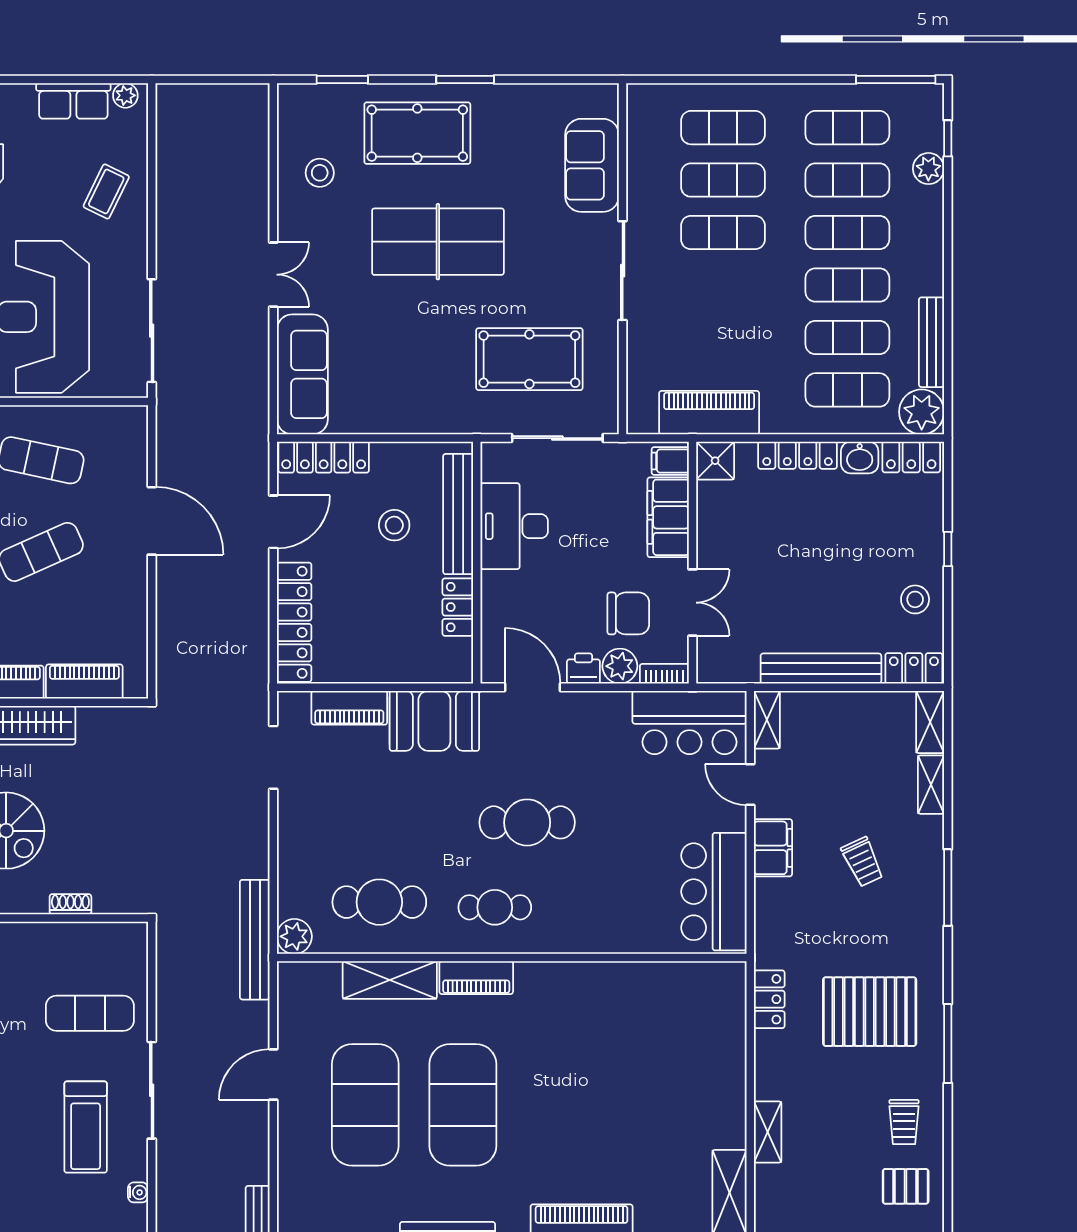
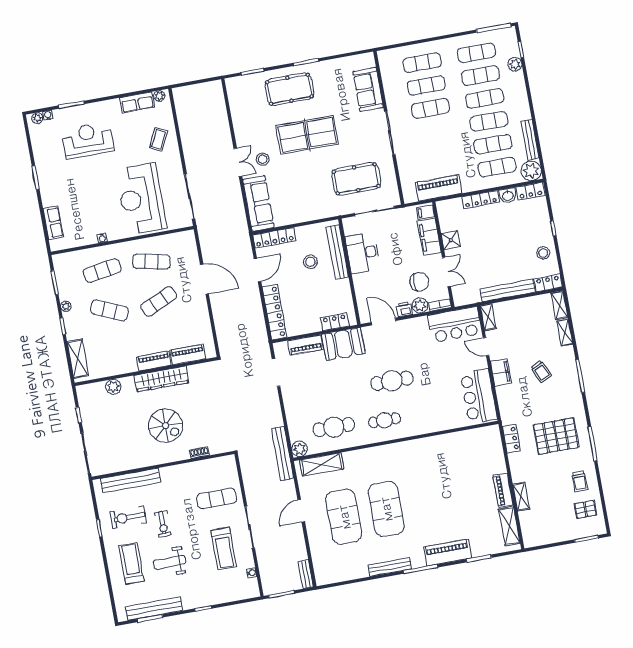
stool: (320, 173) -> (263, 159), moved
shower: (715, 461) -> (451, 240), moved
locker: (458, 607) -> (335, 322), moved, turned 90
piano: (476, 978) -> (503, 490), moved, turned 90
shelving: (390, 980) -> (322, 465), moved

